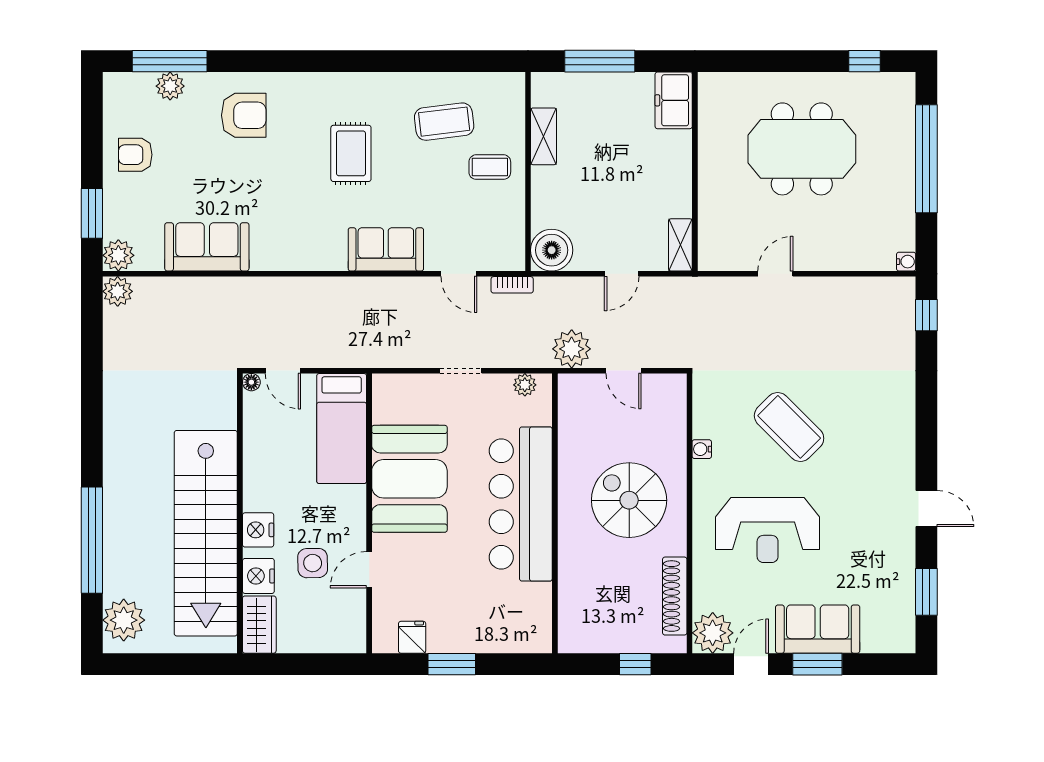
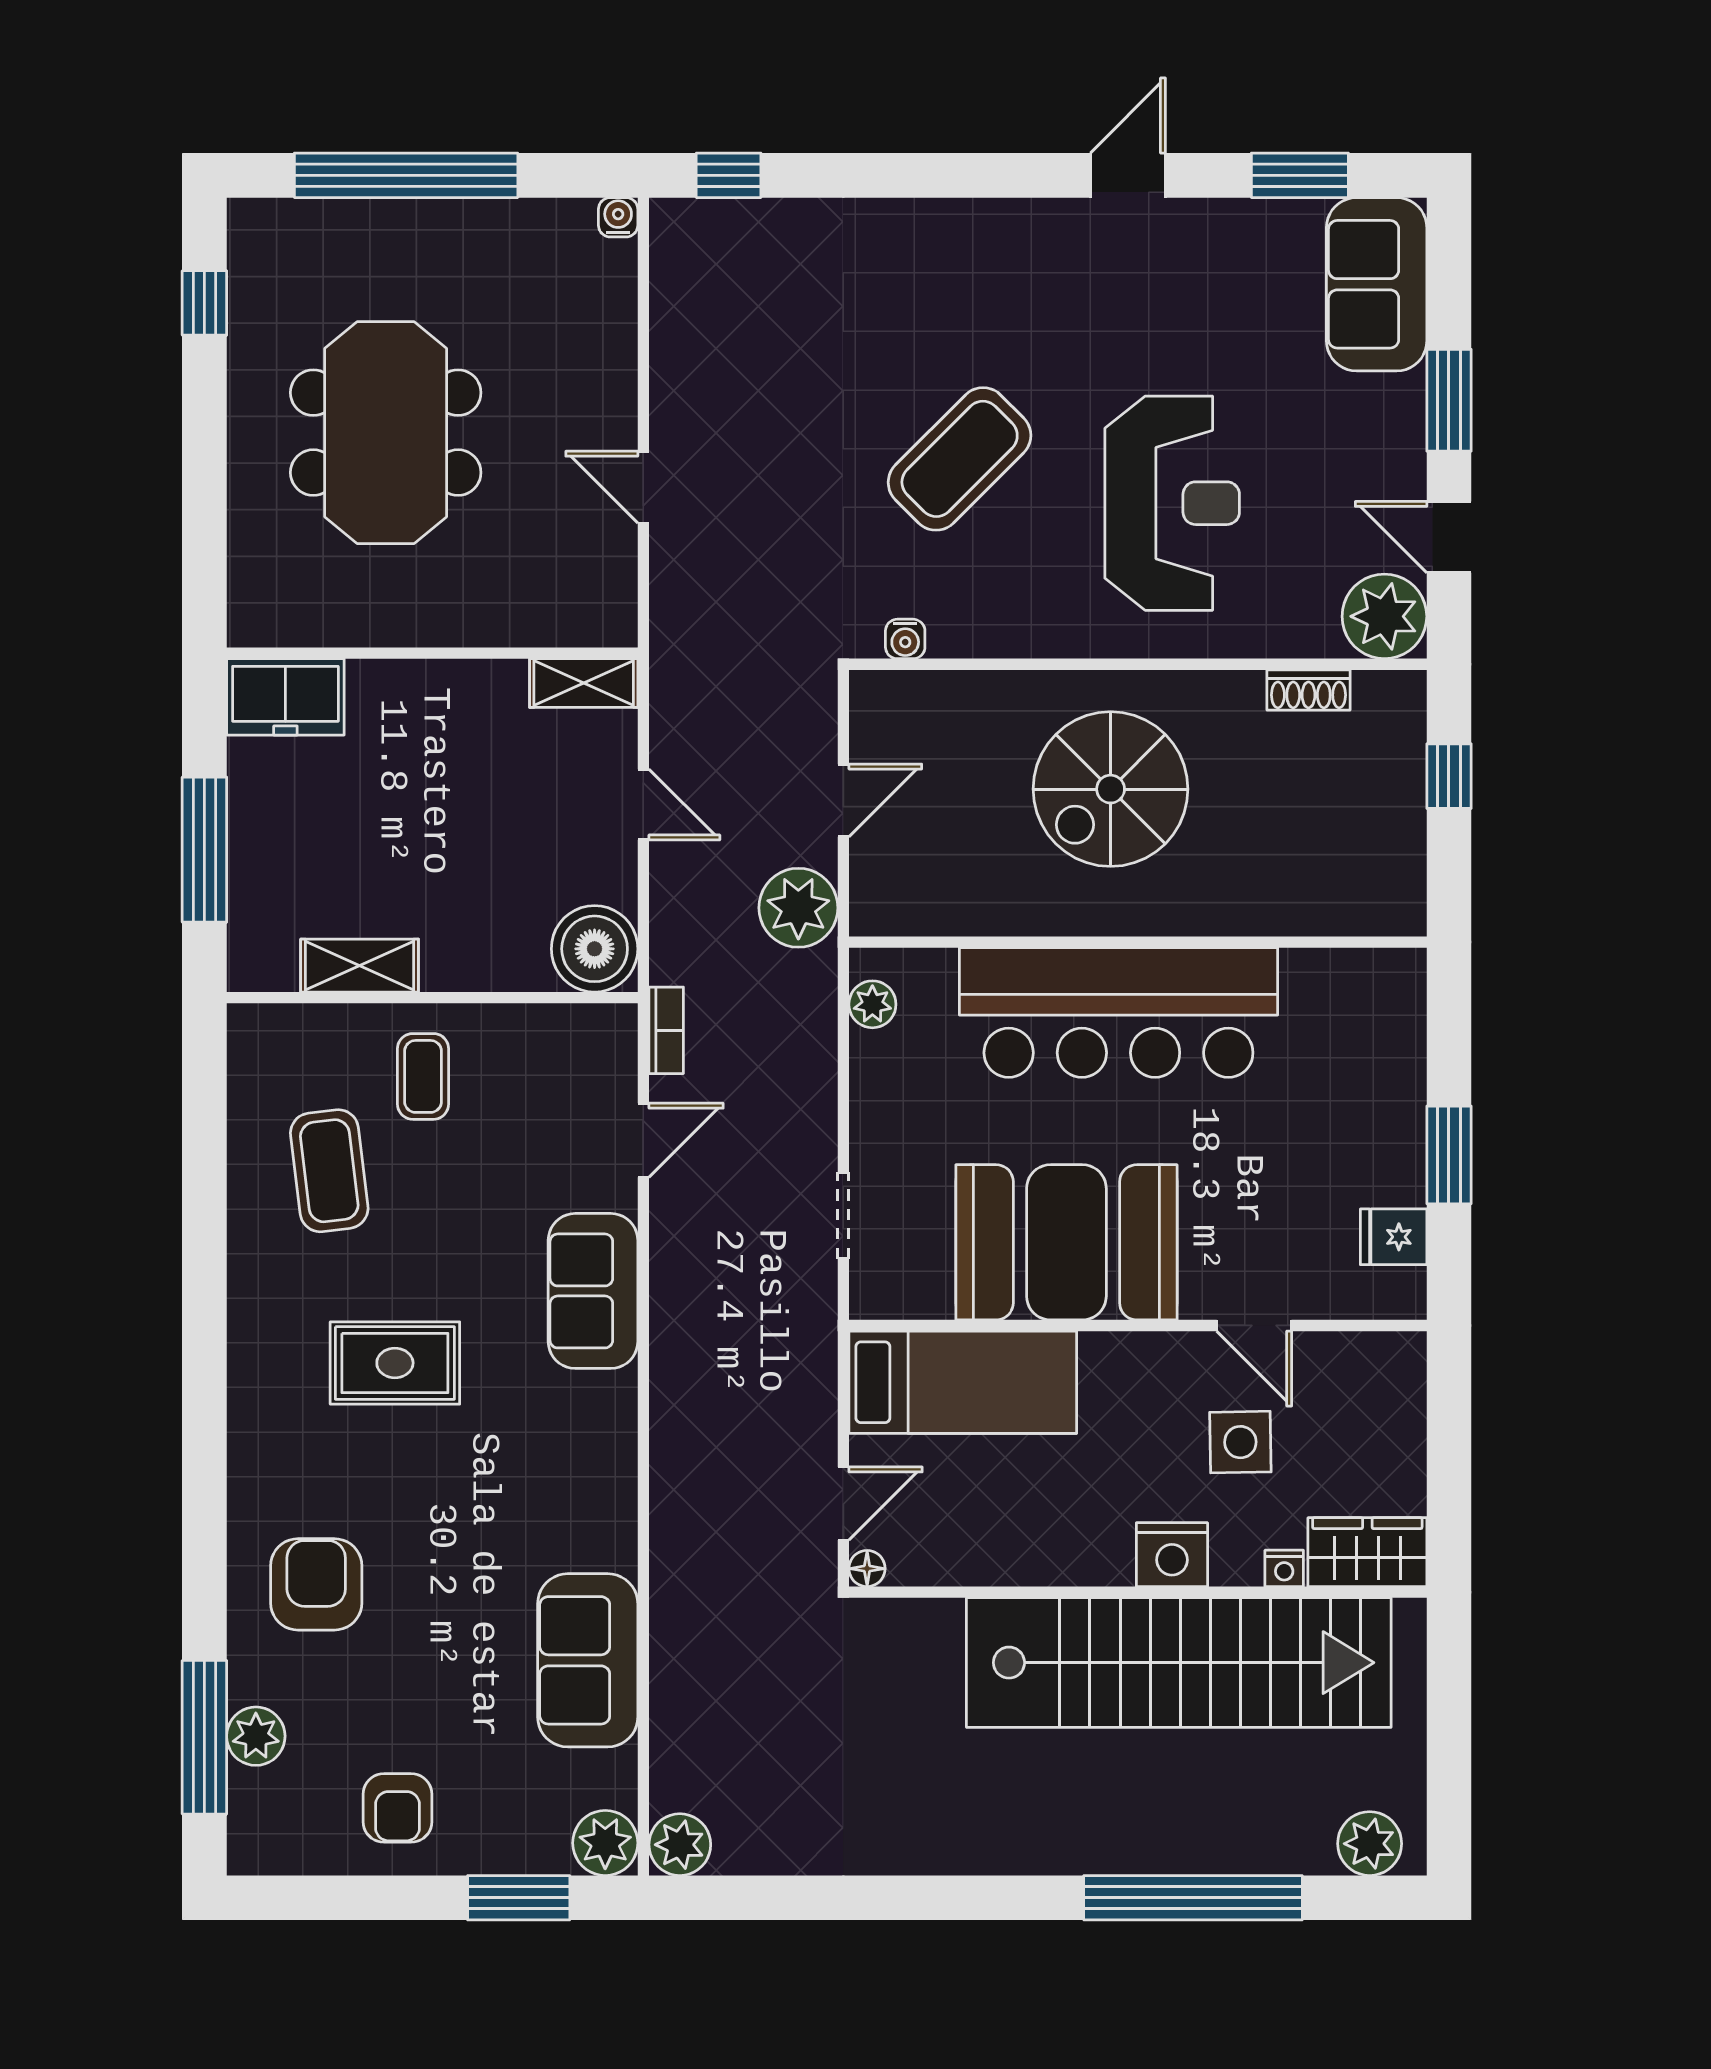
doorway: (461, 371) -> (843, 1215), moved
water cooler: (702, 449) -> (905, 639), moved
nightstand: (258, 576) -> (1284, 1568), width x0.53, depth x0.56
shoe rack: (675, 596) -> (1309, 690), width x0.51, depth x0.81
plant: (124, 620) -> (1370, 1844), width x0.73, depth x0.73
sofa: (818, 629) -> (1377, 284), moved

